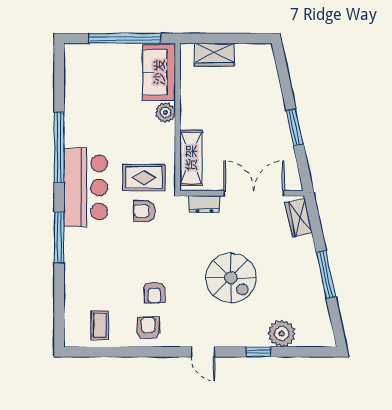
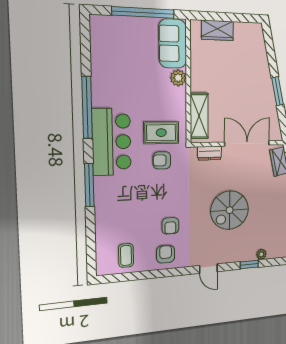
spiral stairs: (231, 278) -> (230, 210), turned 90
plant: (282, 333) -> (261, 254), width x0.53, depth x0.53

